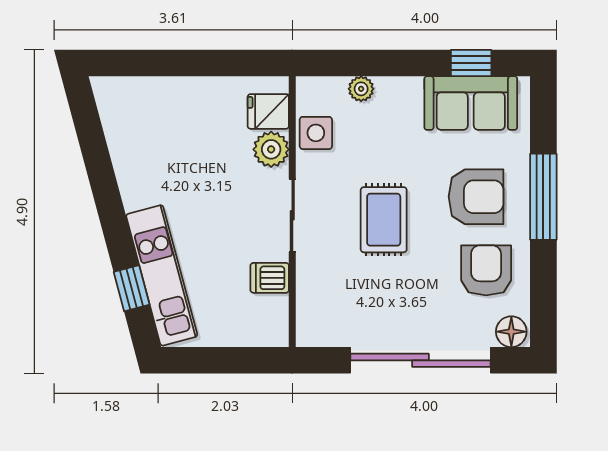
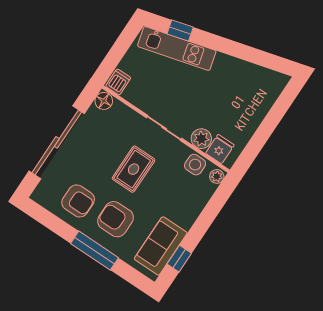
plant: (361, 89) -> (217, 176), moved
armchair: (476, 197) -> (115, 219), turned 90
rug: (384, 220) -> (134, 169), turned 90
dishwasher: (270, 278) -> (118, 82), moved
floor lamp: (511, 332) -> (104, 101), moved

